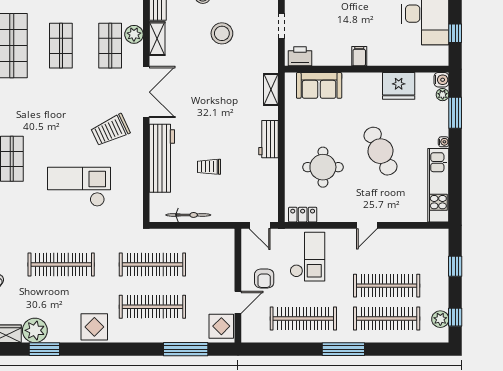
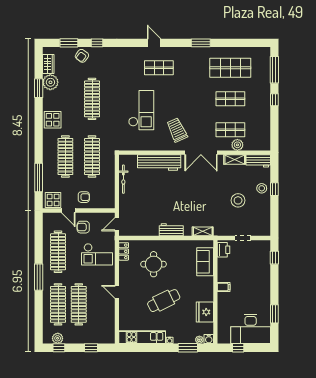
trolley: (209, 167) -> (154, 192), removed
armchair: (217, 278) -> (84, 197), added

